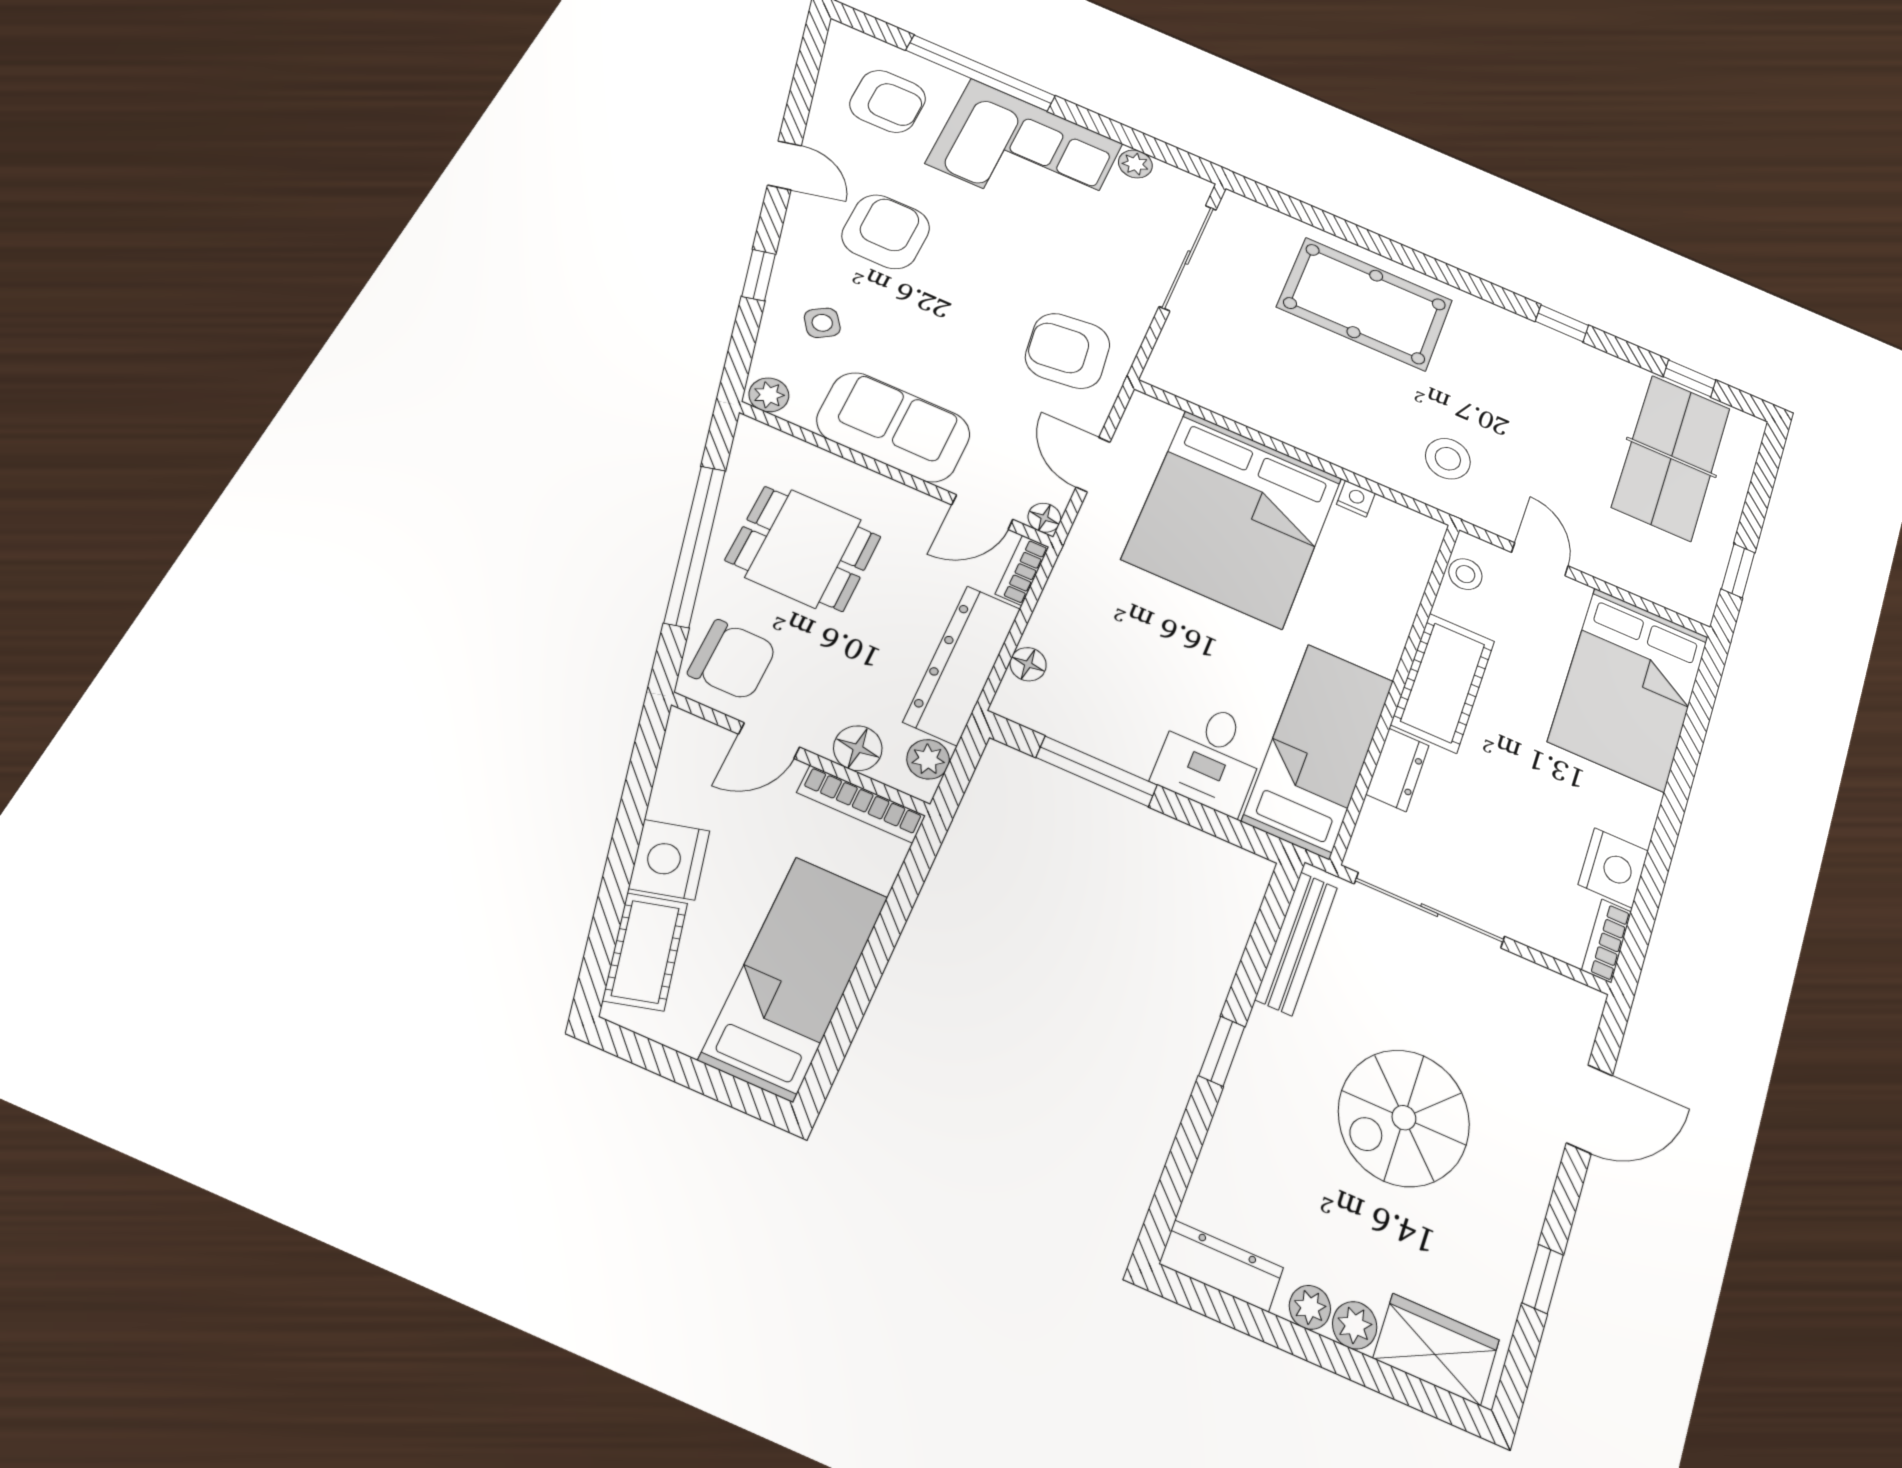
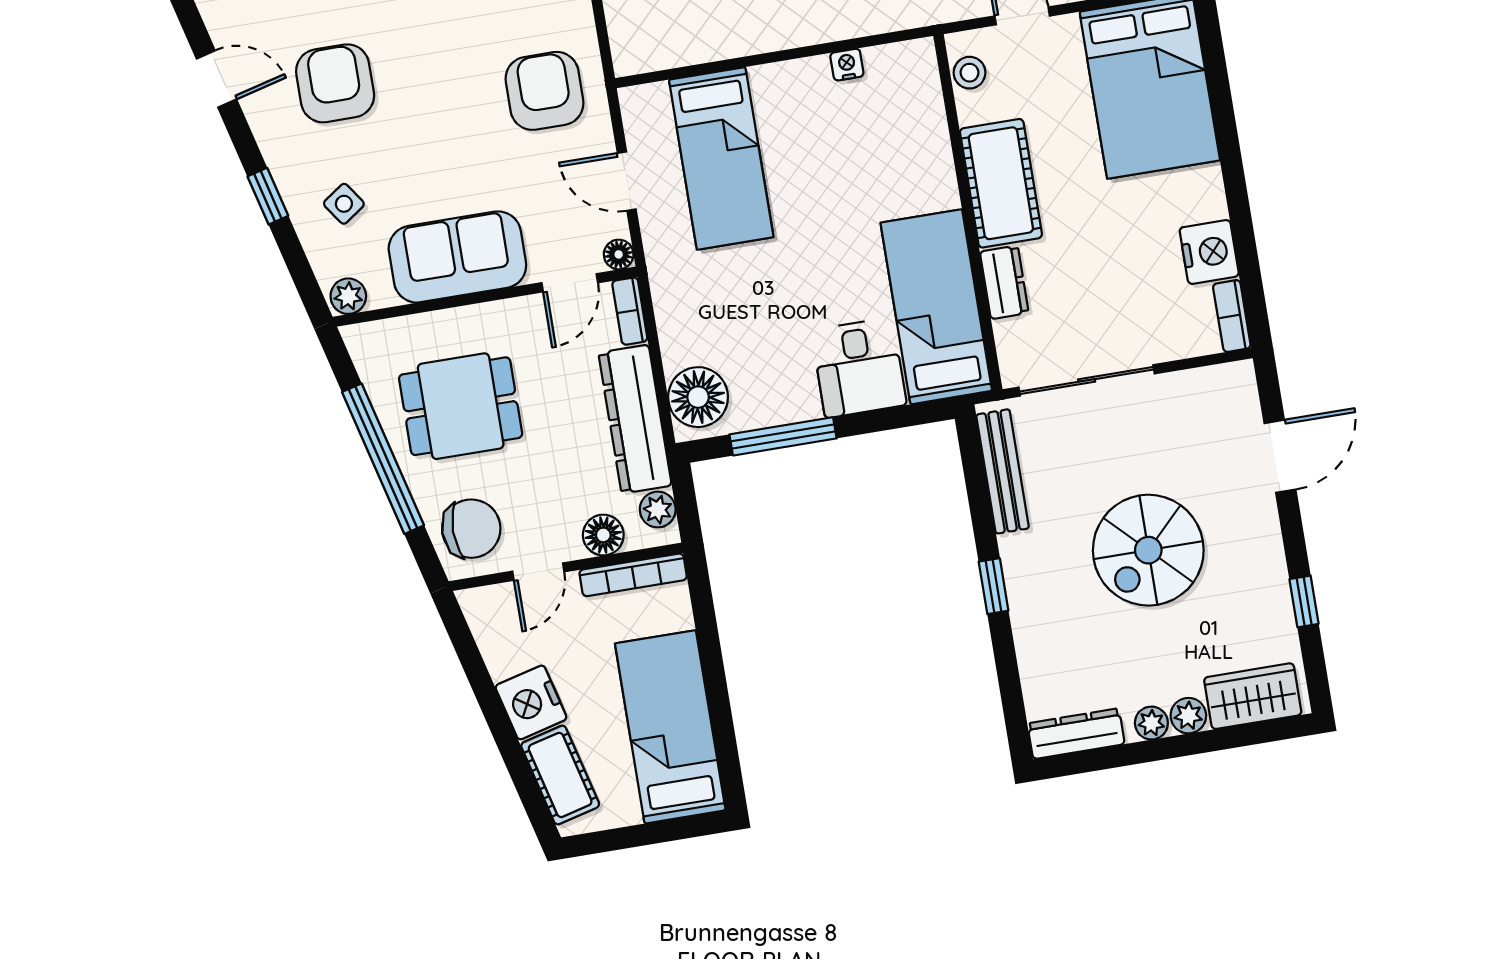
armchair: (1068, 351) -> (545, 91), turned 97
bed: (1233, 518) -> (721, 158), width x0.49
floor lamp: (1028, 664) -> (698, 397), width x1.89, depth x1.89

